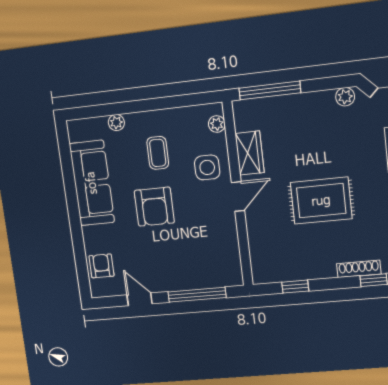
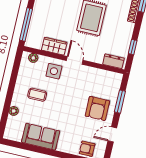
sofa: (92, 183) -> (41, 137), width x0.73
armchair: (154, 207) -> (97, 108), moved, turned 90
dresser: (260, 262) -> (113, 61), added
window: (197, 295) -> (120, 102), width x0.69

